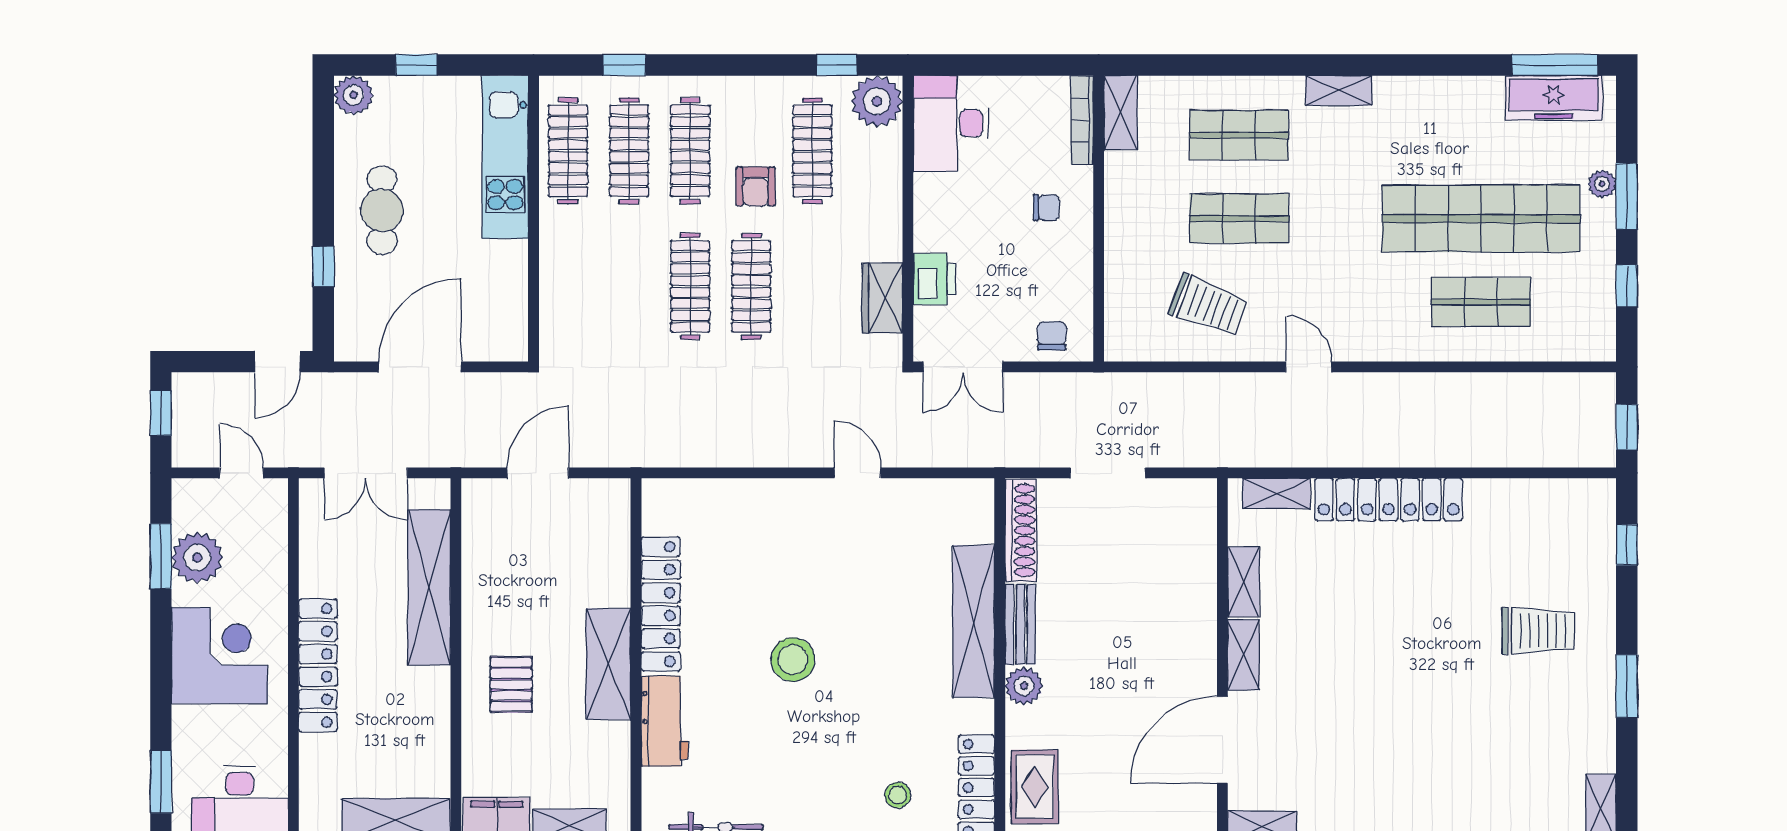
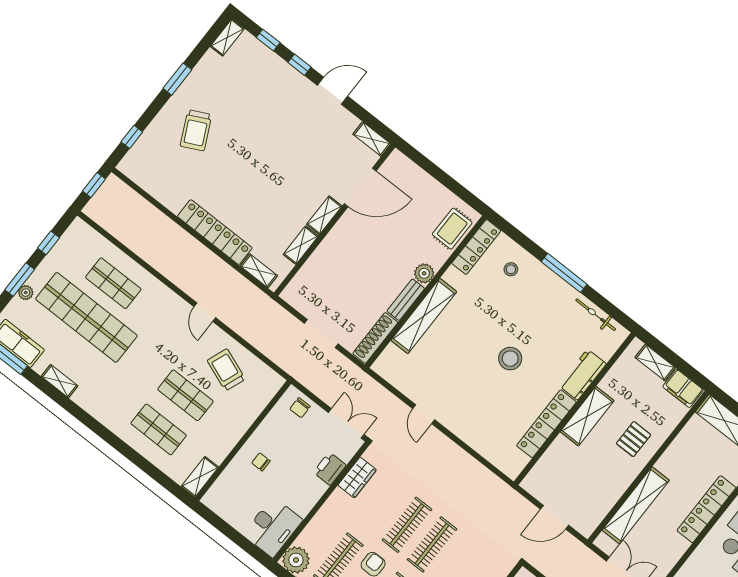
shelving: (1339, 90) -> (60, 381), moved
bookcase: (1082, 120) -> (218, 486), removed
trolley: (1538, 631) -> (196, 130), turned -116

